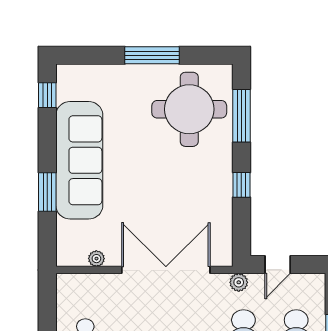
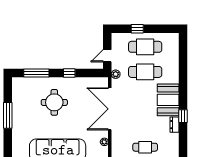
round table: (189, 109) -> (54, 102), moved, width x0.73, depth x0.73
door: (278, 265) -> (107, 56), swing flipped

